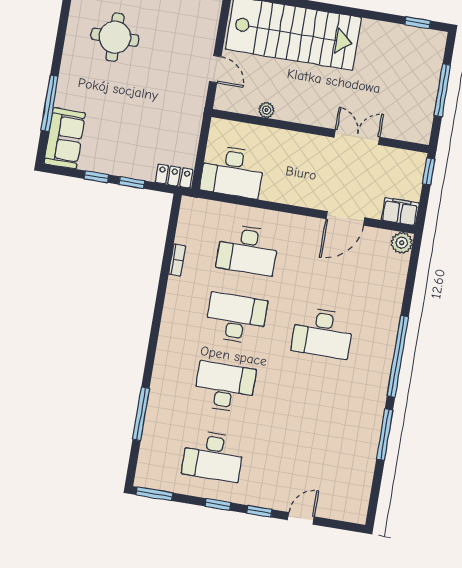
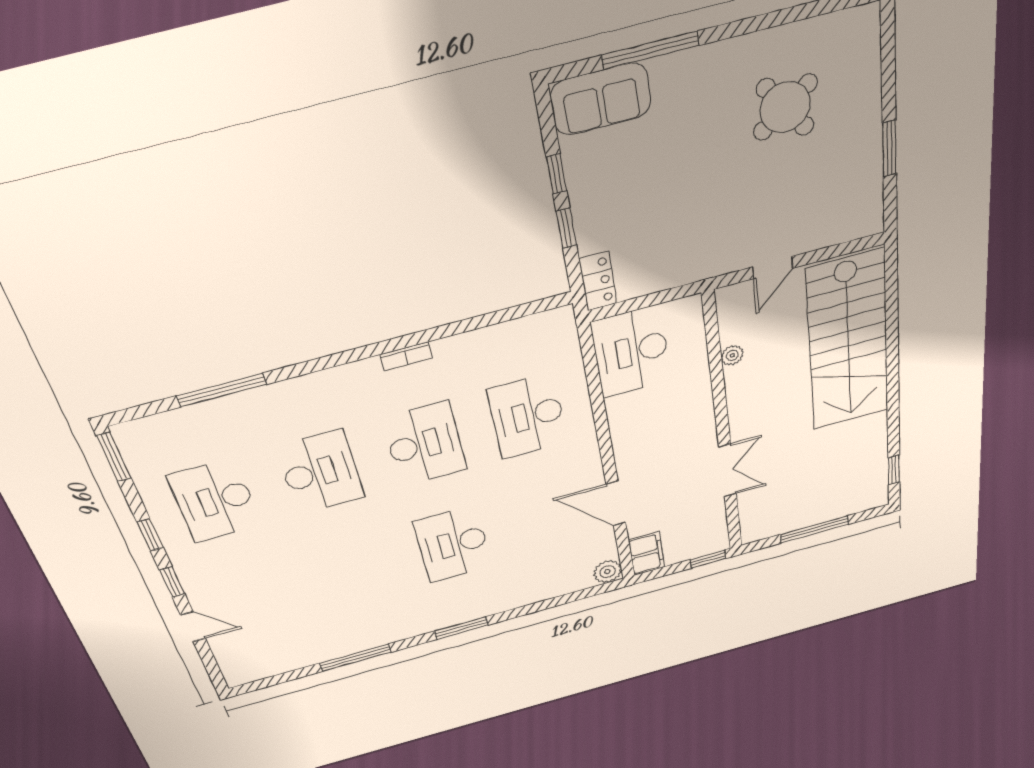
round table: (115, 37) -> (785, 107), turned -37
bookcase: (177, 260) -> (406, 356), moved
window: (398, 356) -> (461, 628), width x0.47

